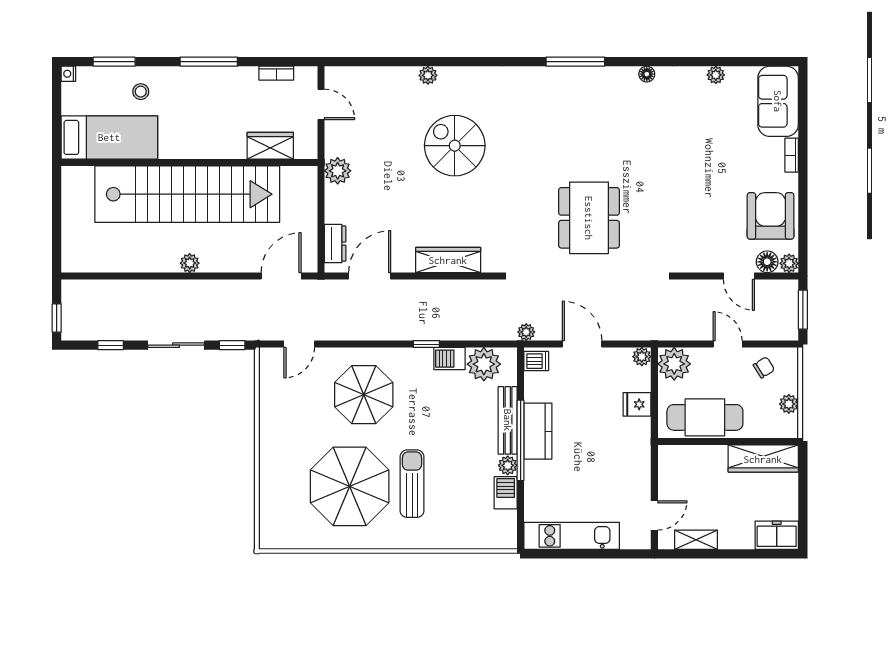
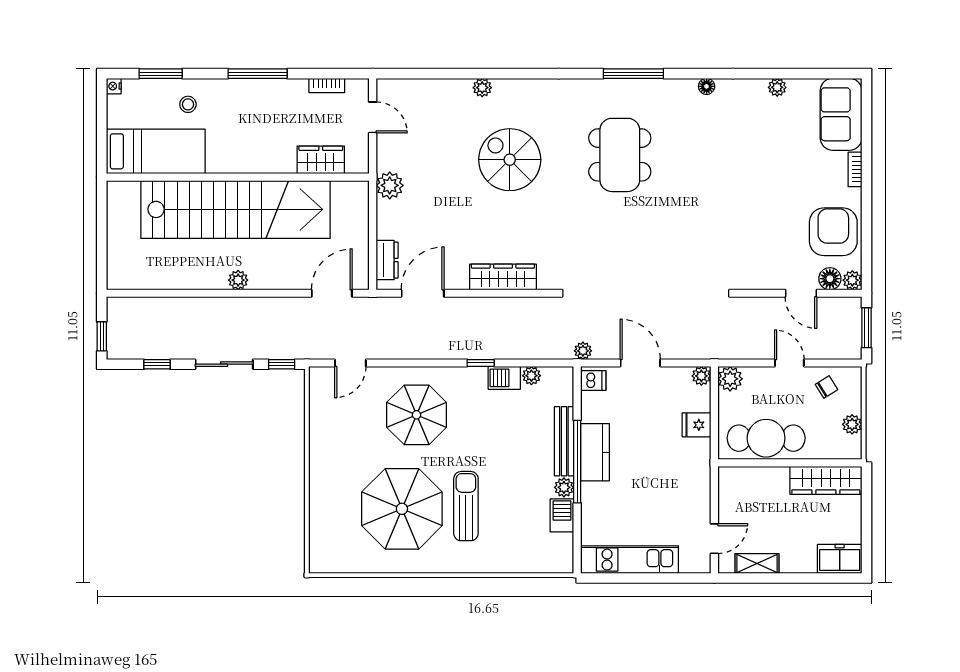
dining table: (589, 218) -> (620, 155), moved
plant: (484, 364) -> (531, 376), width x0.53, depth x0.53
plant: (674, 364) -> (730, 379), width x0.73, depth x0.73

